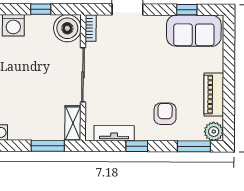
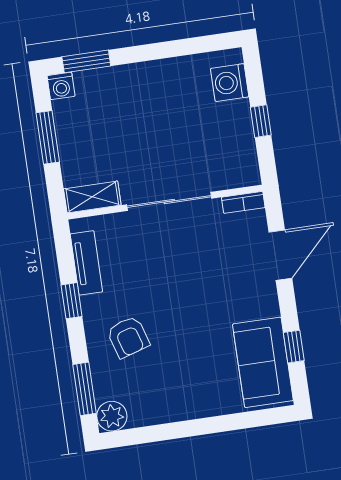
boiler: (67, 28) -> (237, 167), removed
piano: (214, 95) -> (169, 408), removed
armchair: (165, 114) -> (128, 337), turned 73
window: (48, 146) -> (48, 137), moved

